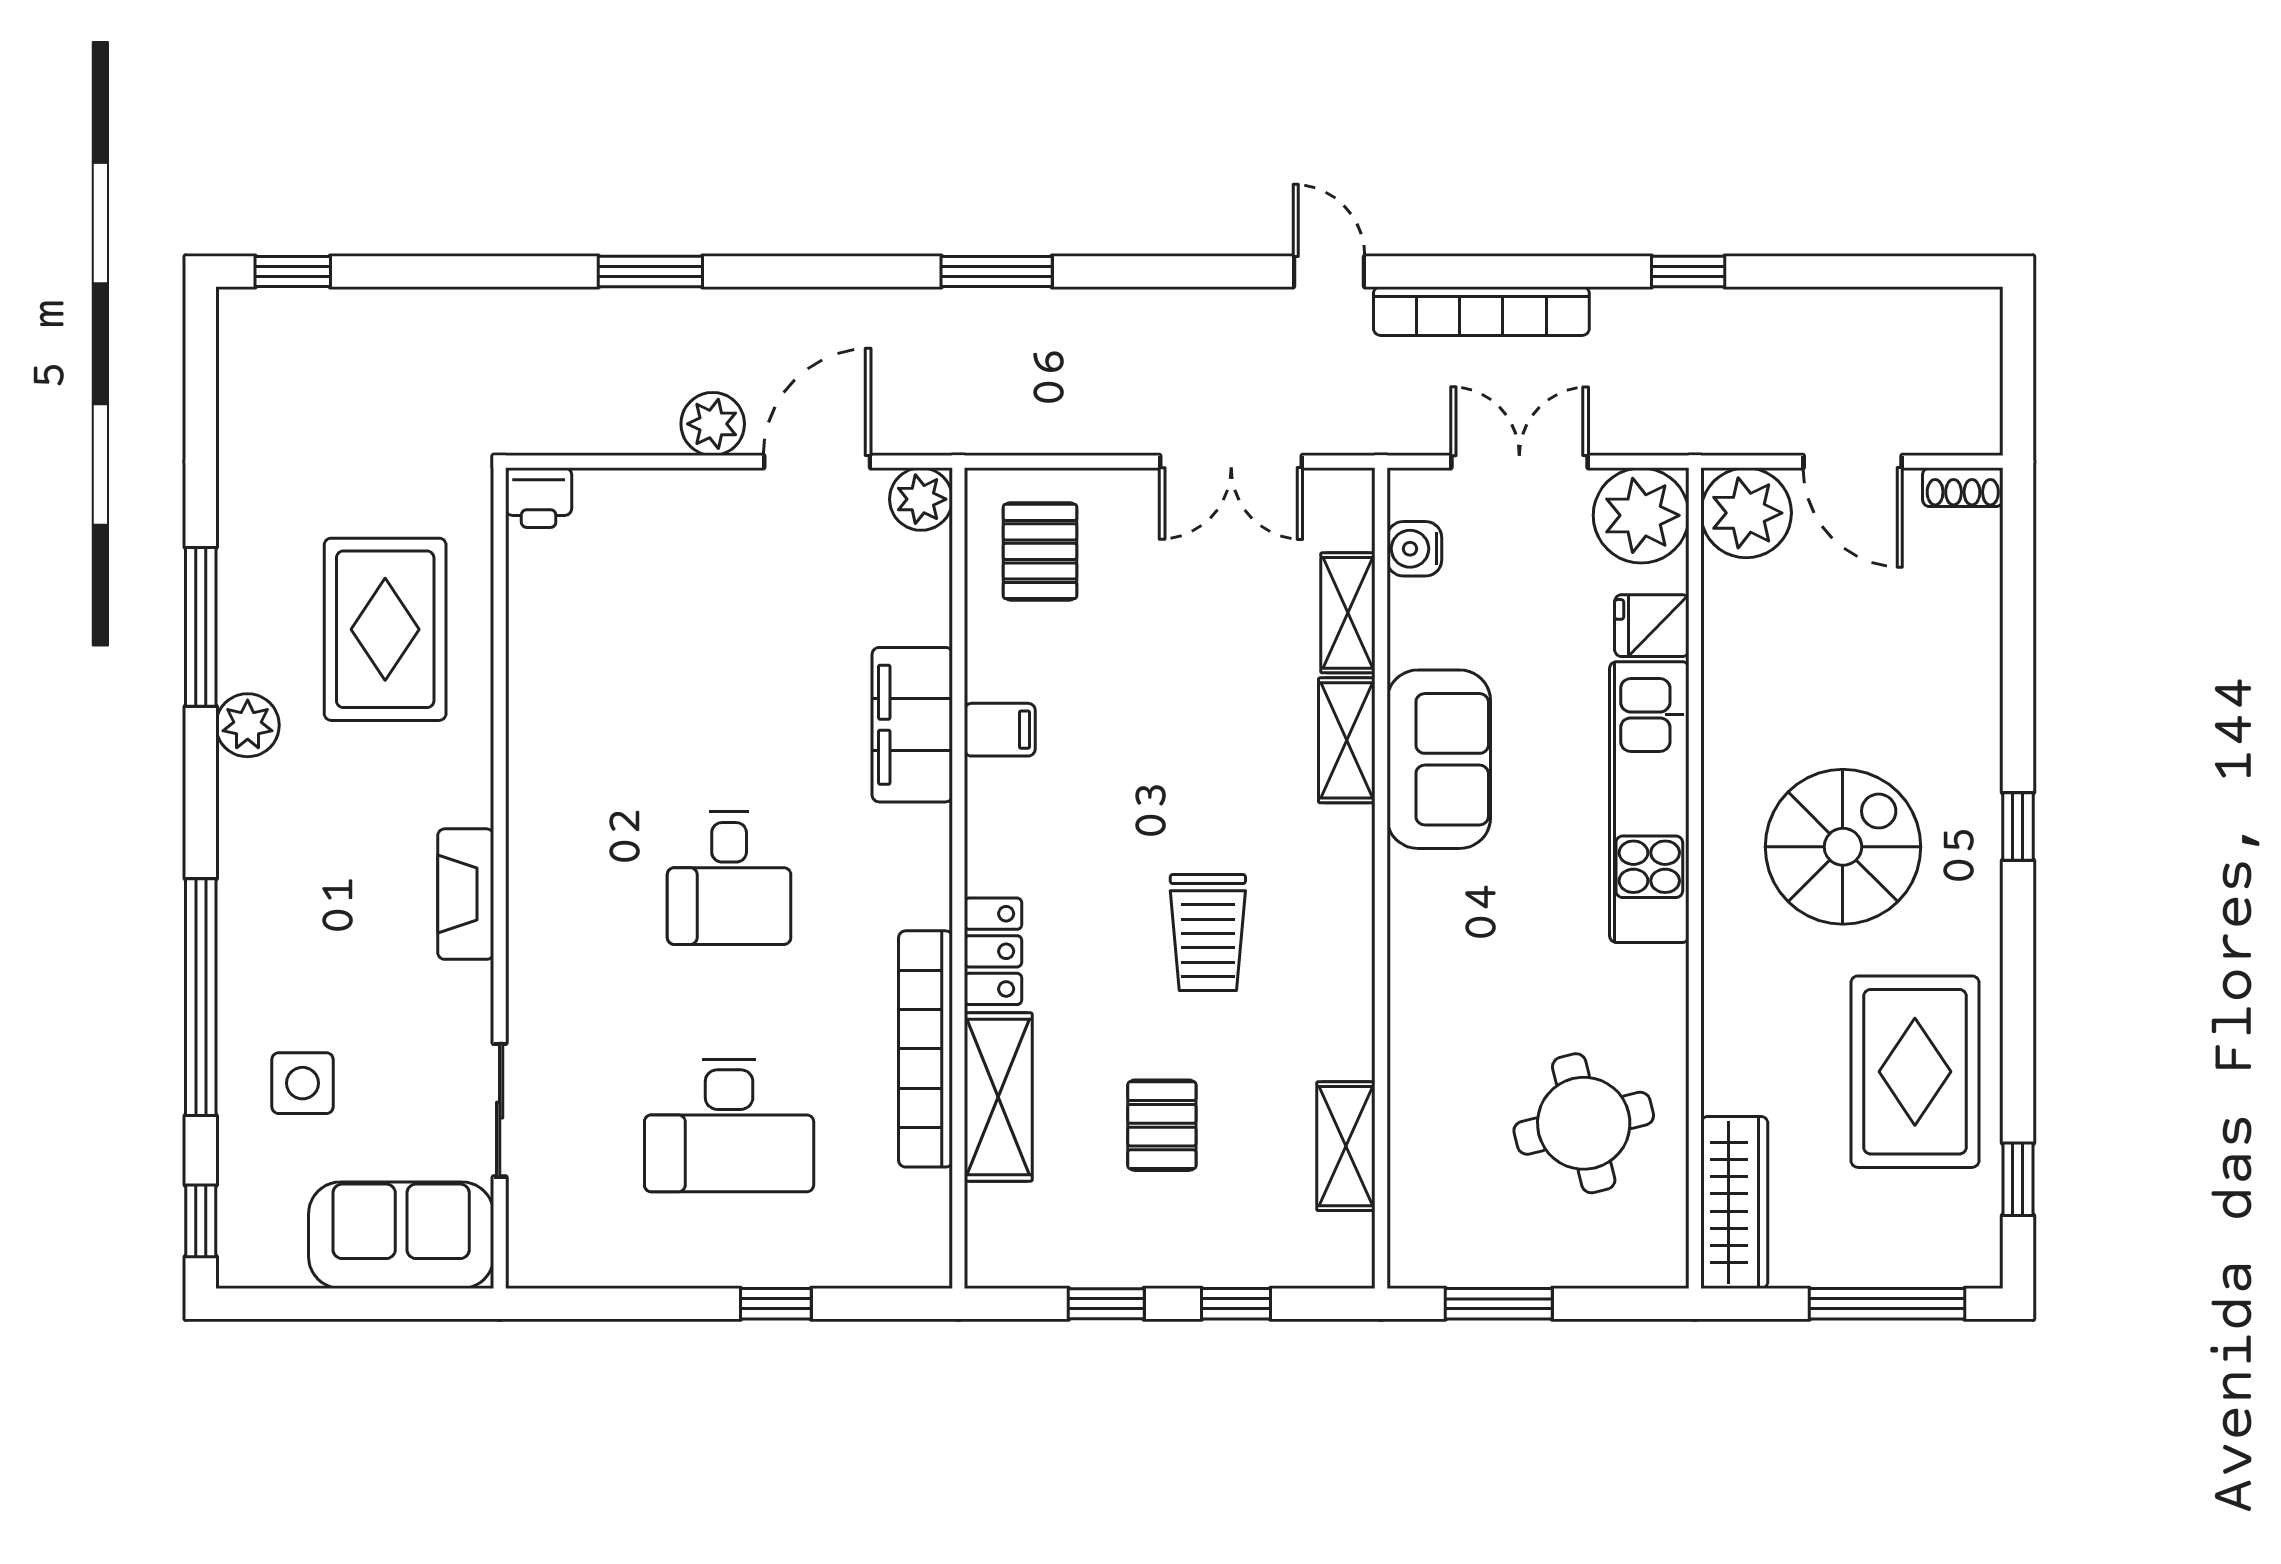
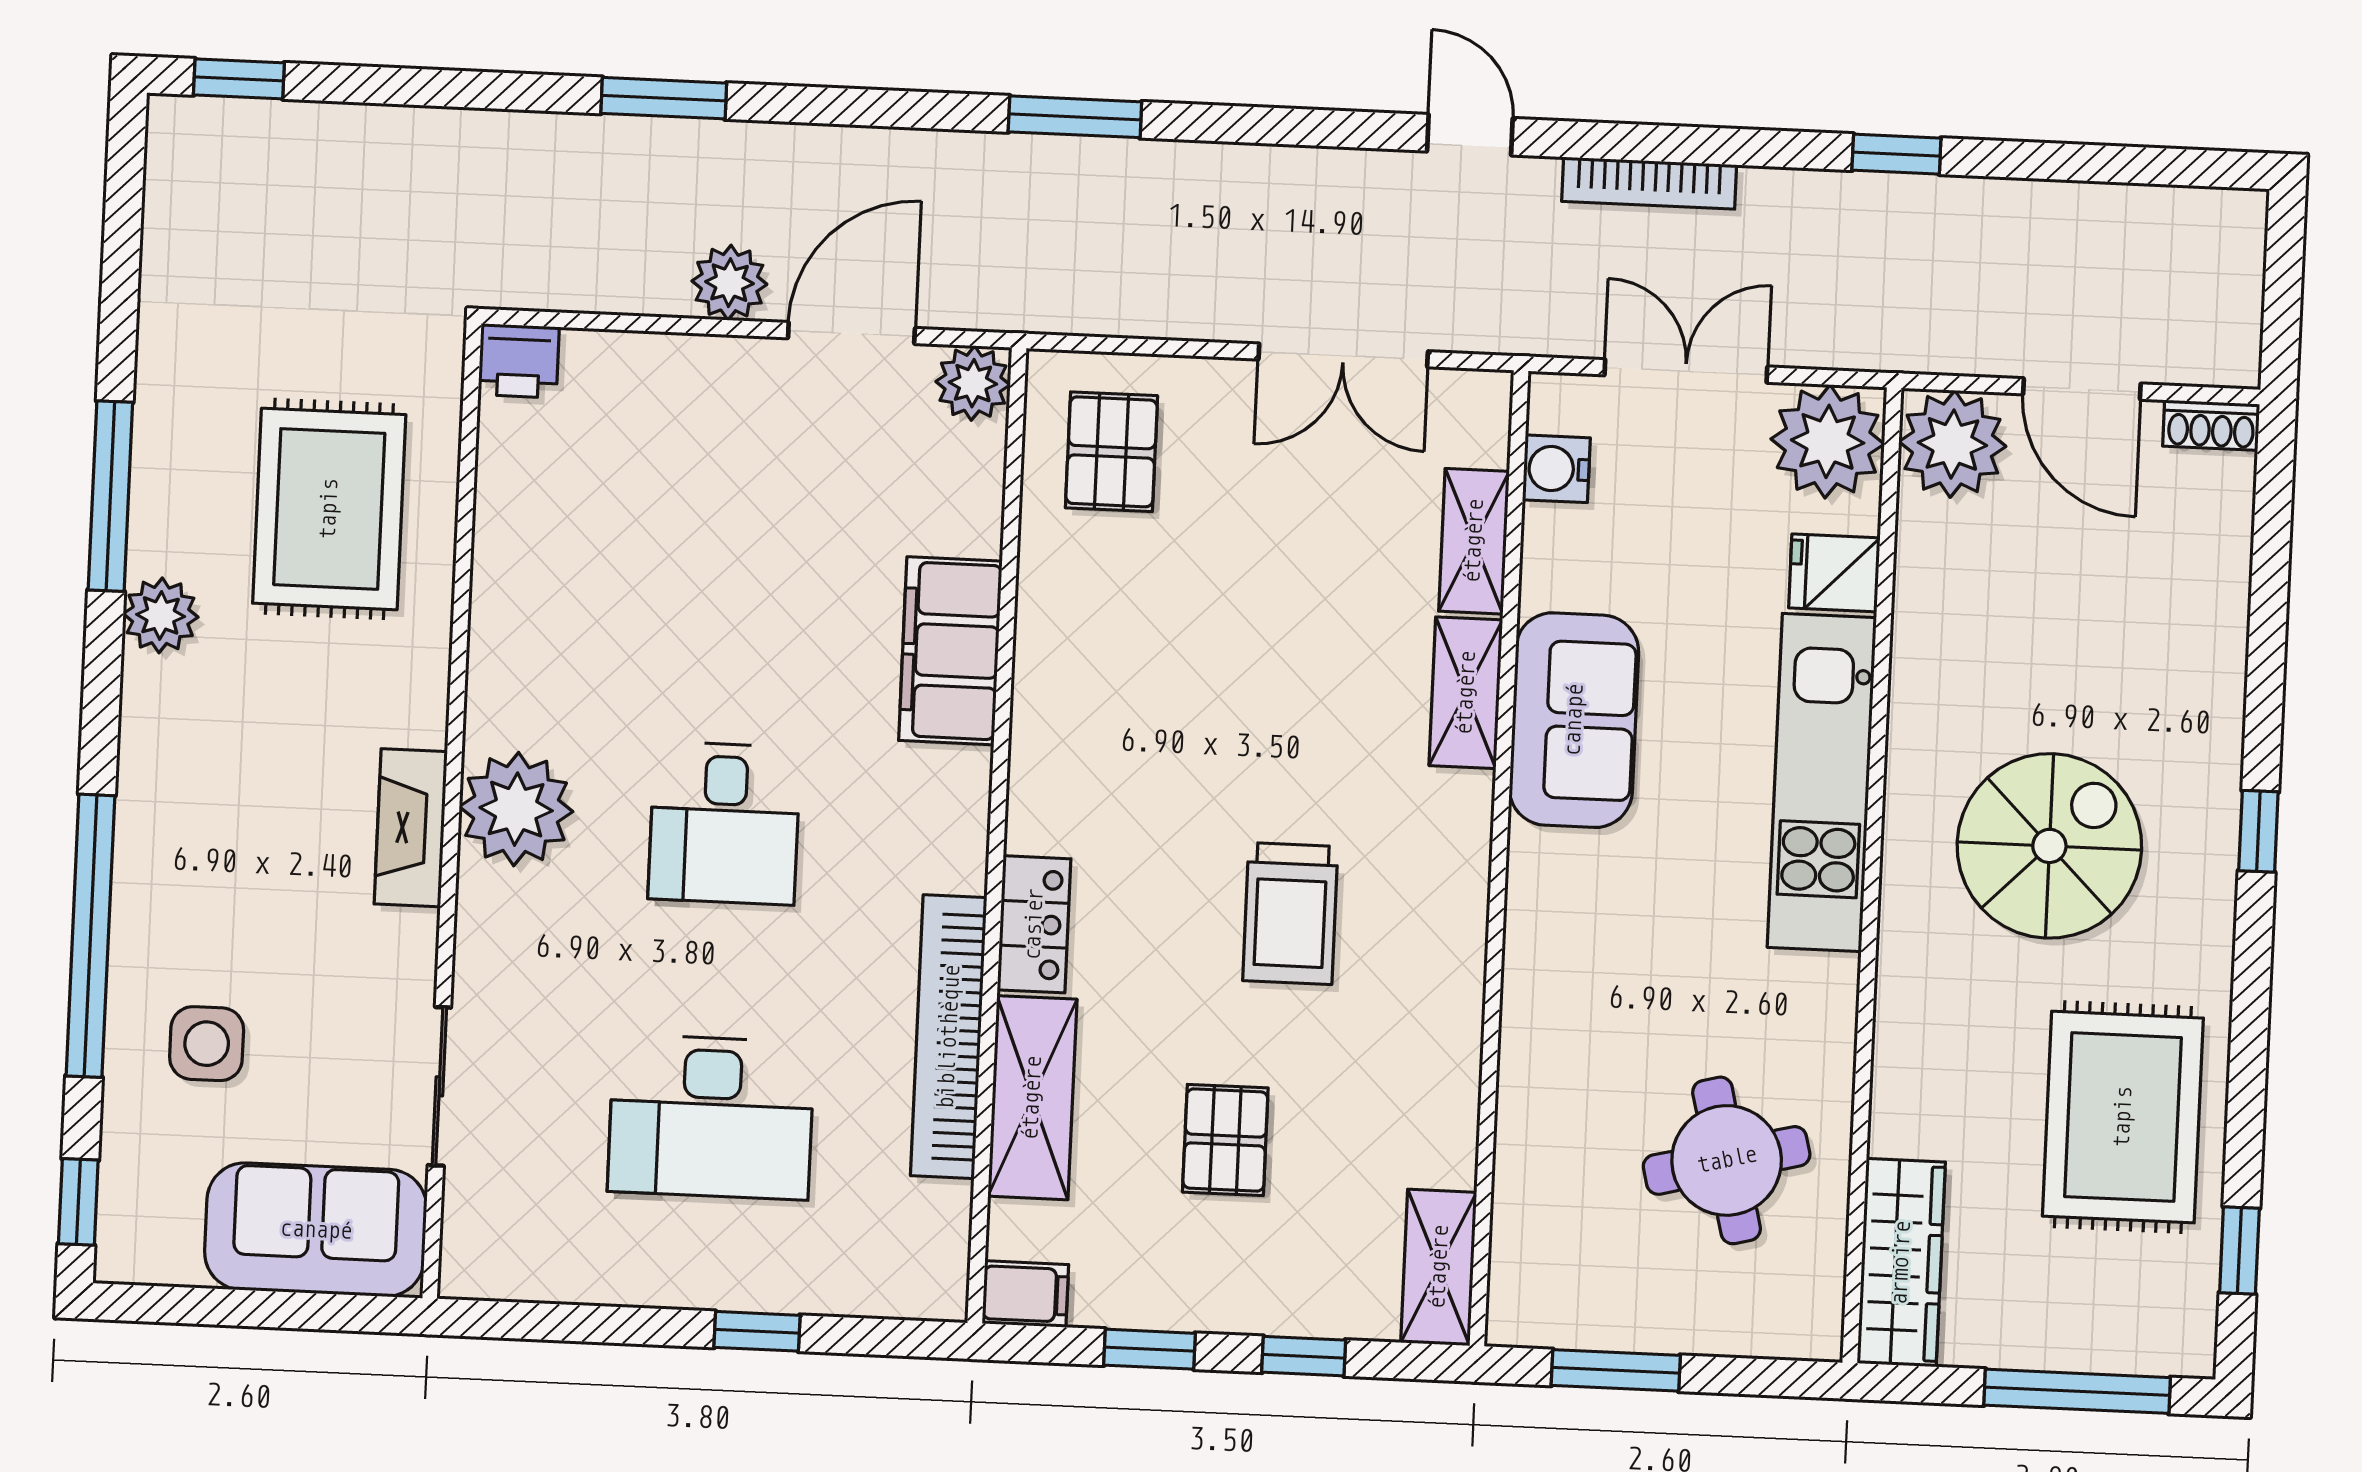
bookcase: (1481, 311) -> (1649, 183), width x0.68, depth x0.76
filing cabinet: (1000, 730) -> (1025, 1294), moved
plant: (554, 874) -> (516, 809), added
shelving: (1346, 1146) -> (1439, 1267), moved

